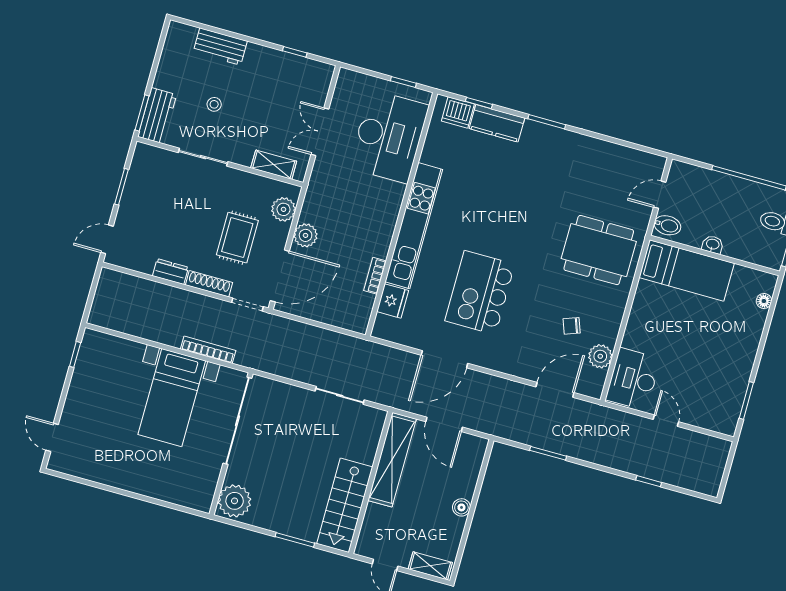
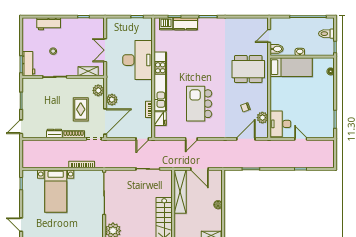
desk: (389, 137) -> (137, 60), moved
door: (345, 332) -> (142, 139), added
door: (444, 359) -> (191, 139), width x0.53
bed with nightstands: (172, 398) -> (56, 191), moved

